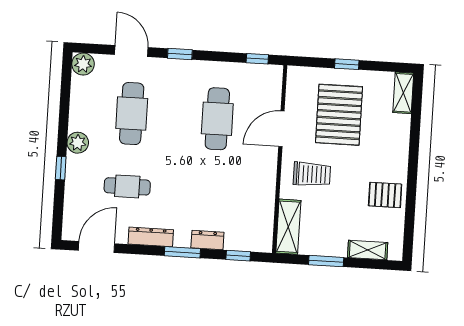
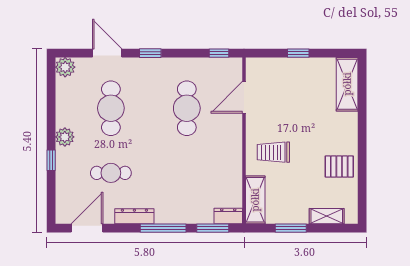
shelving: (403, 93) -> (347, 84), width x1.50, depth x1.33
pallet: (339, 115) -> (294, 98), removed
door: (281, 129) -> (244, 97), moved
trolley: (312, 174) -> (273, 152), turned 180
dresser: (207, 240) -> (228, 216), moved
window: (182, 252) -> (163, 228), width x1.44
window: (238, 256) -> (213, 228), width x1.50

